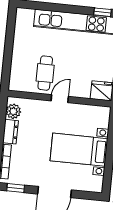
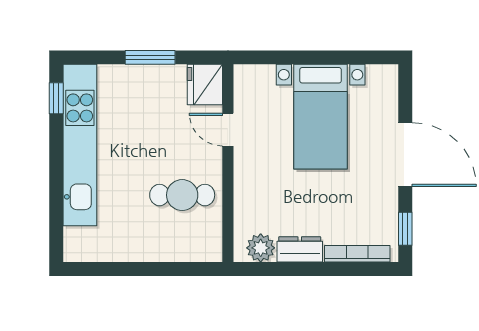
door: (60, 99) -> (228, 130), moved

